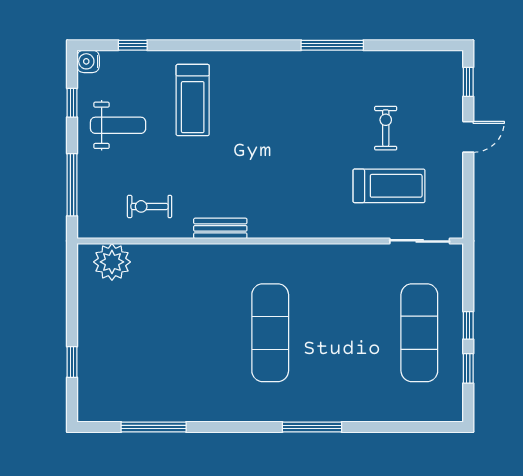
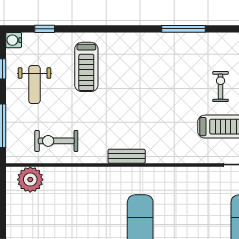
weight bench: (118, 125) -> (34, 85), turned 90
exercise bike: (149, 206) -> (56, 141), width x1.38, depth x1.39
bench: (220, 228) -> (127, 156), moved

